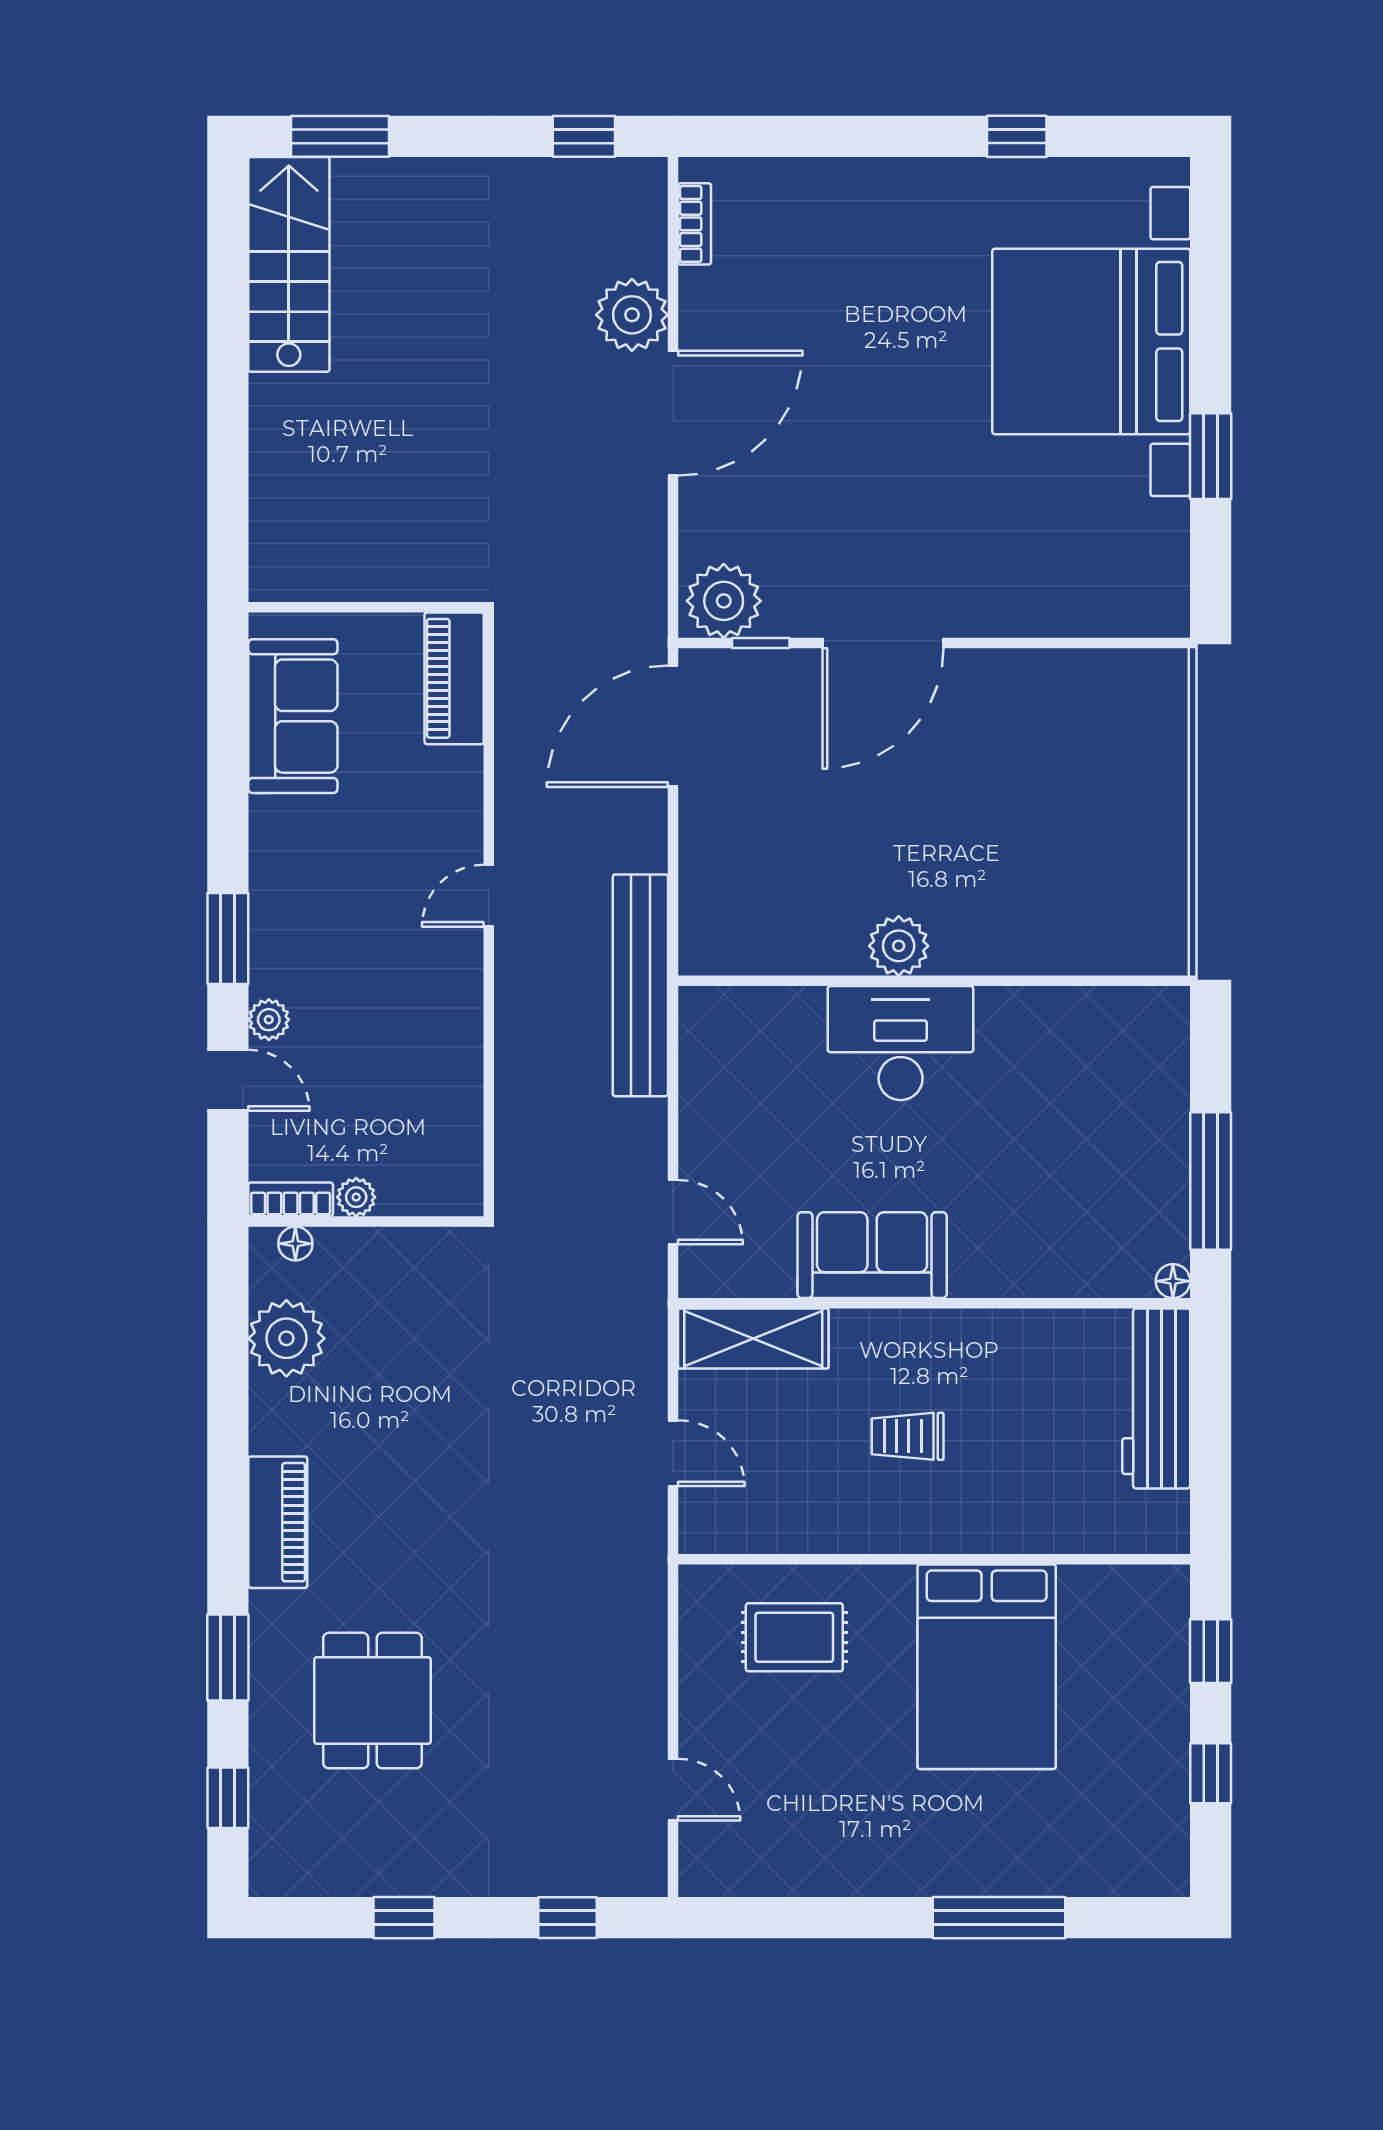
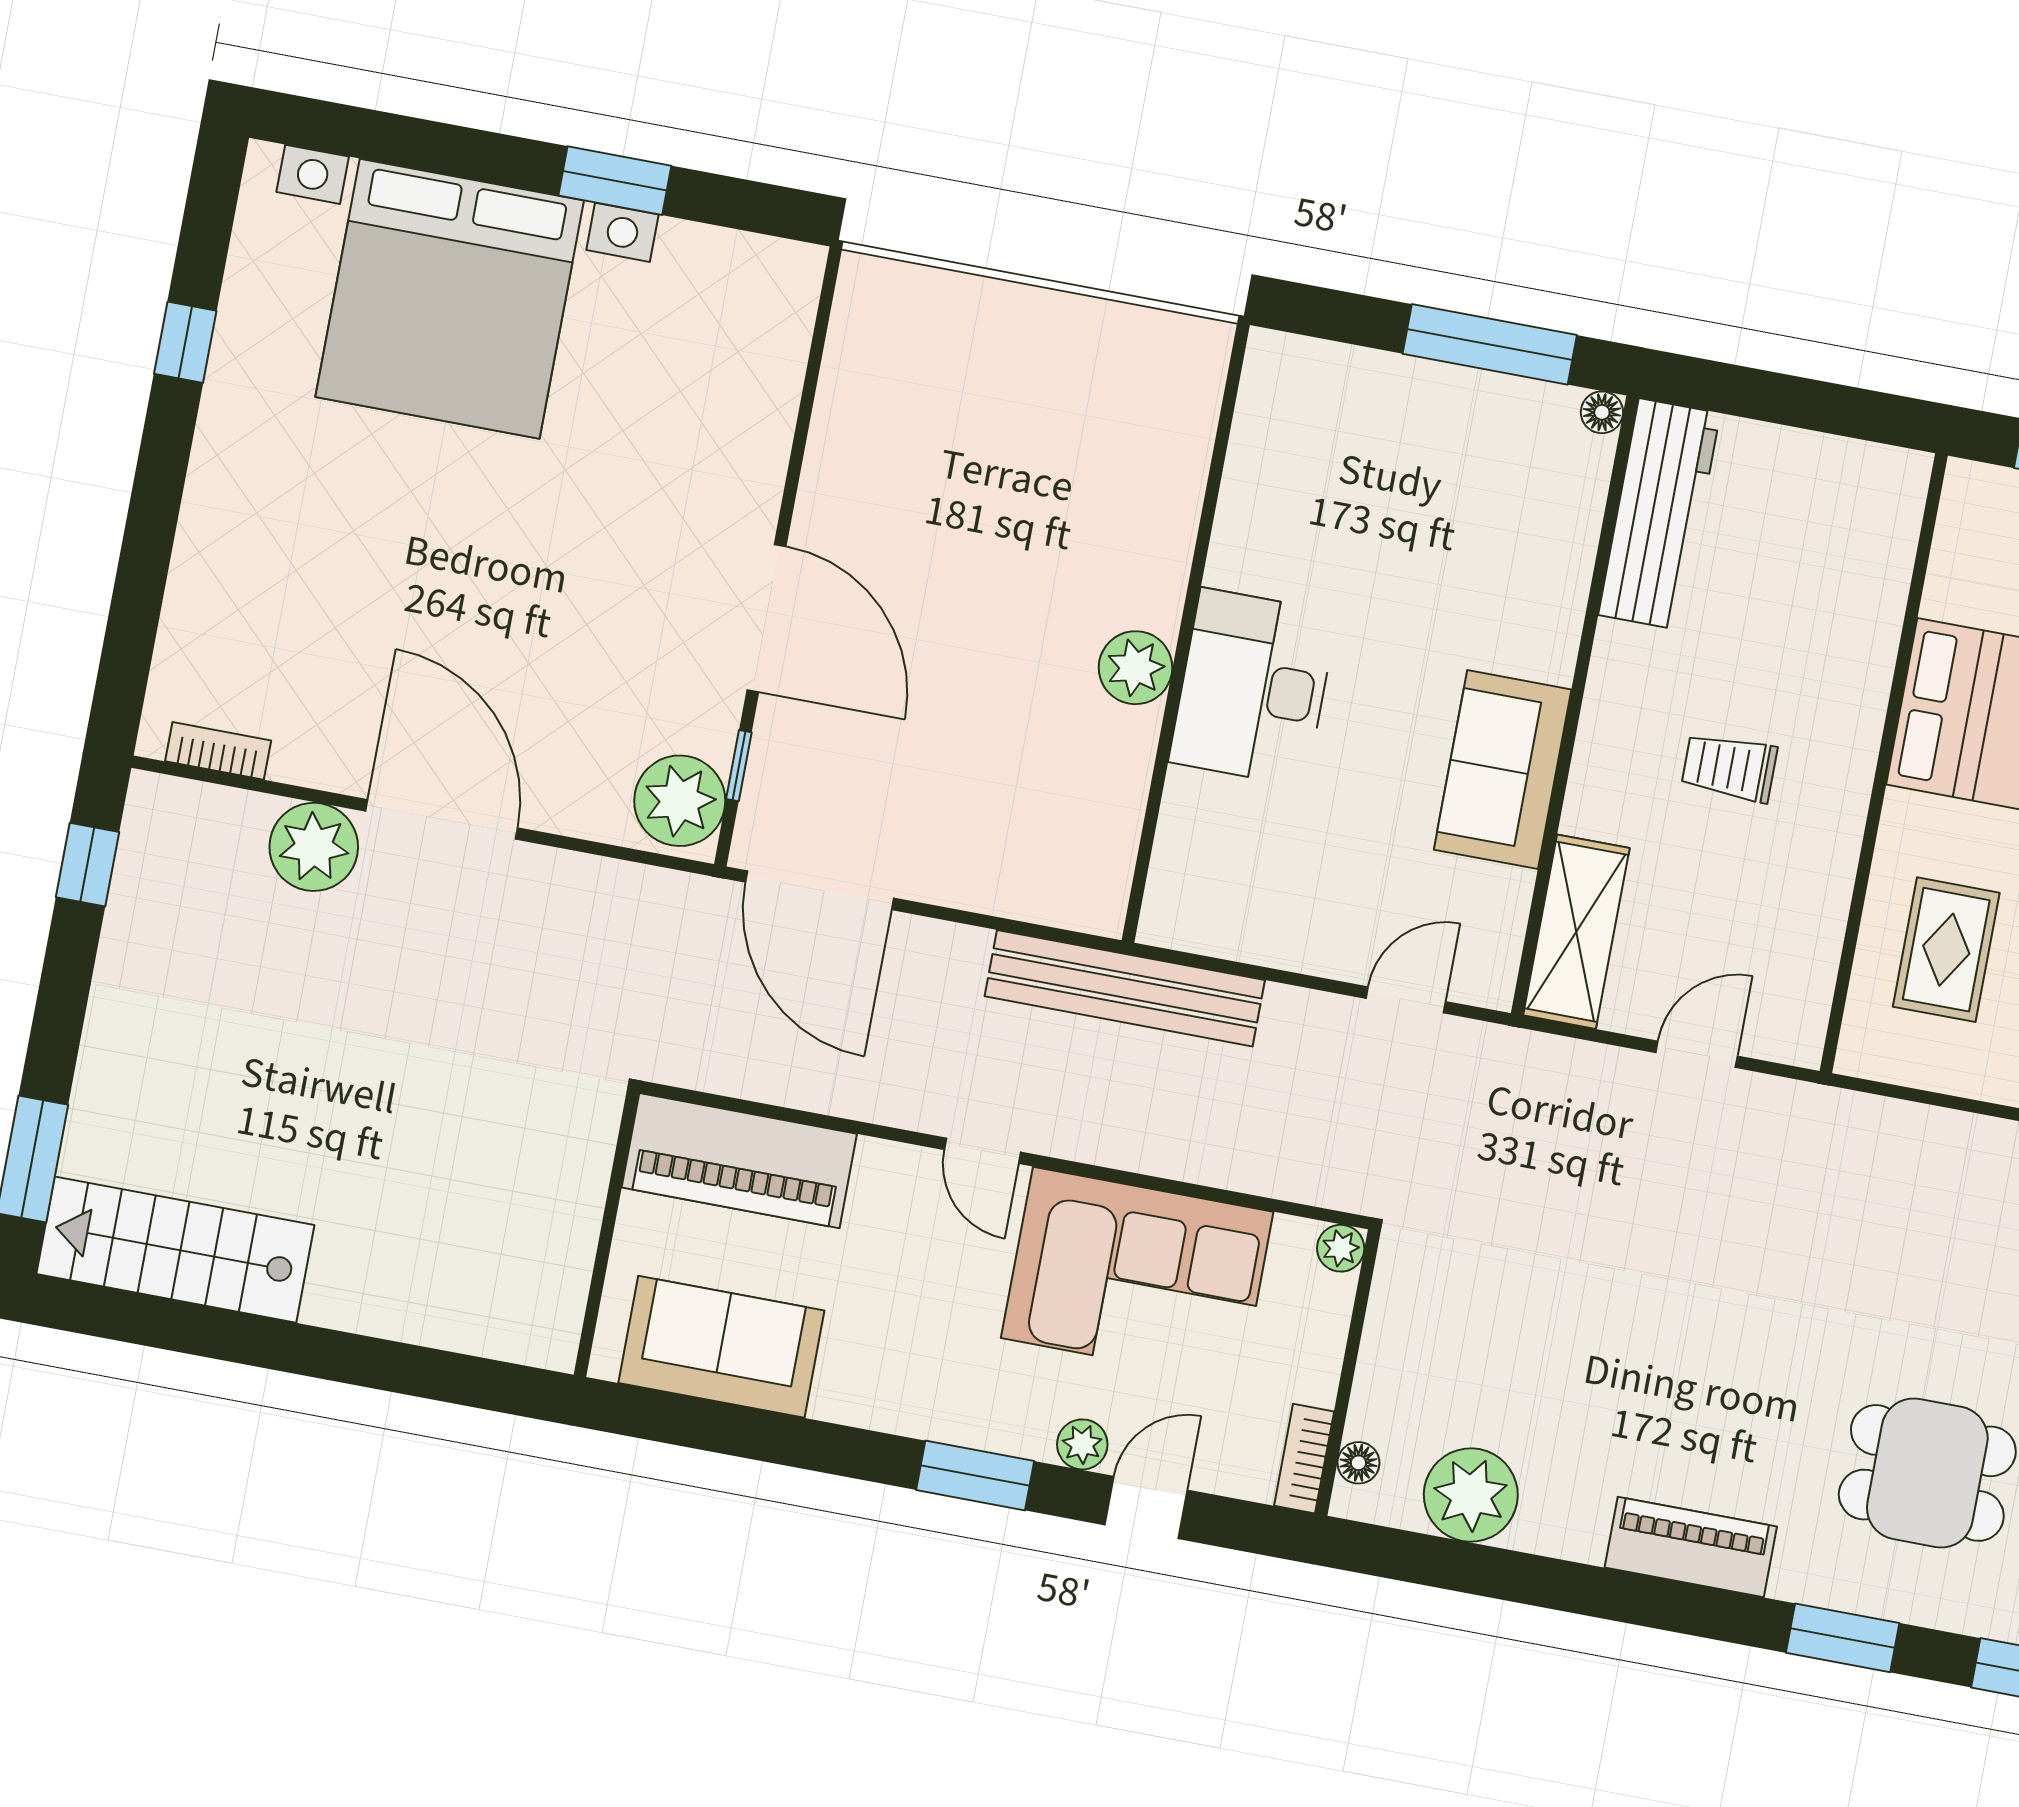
piano: (454, 678) -> (739, 1161), width x1.37, depth x1.33
corner sofa: (413, 1038) -> (1137, 1275), added
plant: (356, 1197) -> (1341, 1248), moved
workbench: (1156, 1398) -> (1659, 514), moved, turned -90
trolley: (908, 1436) -> (1729, 767), turned 90

